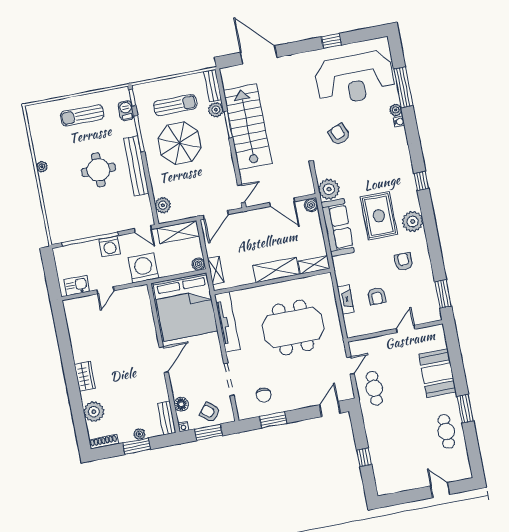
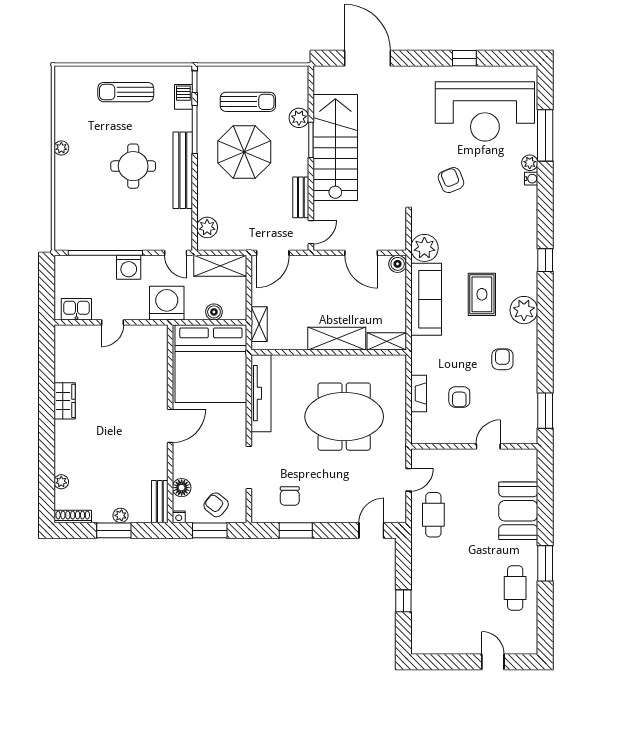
bench: (213, 86) -> (301, 197), moved
rug: (379, 216) -> (482, 294), width x0.73, depth x0.70
boiler: (199, 264) -> (214, 312), moved
wardrobe: (85, 376) -> (65, 401), moved
plant: (94, 412) -> (61, 482), width x0.53, depth x0.53

